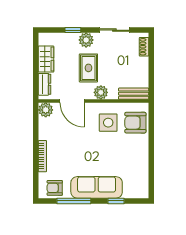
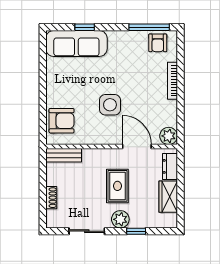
shoe rack: (144, 47) -> (51, 198), moved
plant: (101, 92) -> (103, 157), removed
side table: (108, 123) -> (110, 105), moved
sofa: (97, 187) -> (76, 44), moved
armchair: (55, 188) -> (158, 43), turned 90
window: (74, 201) -> (149, 27), moved

